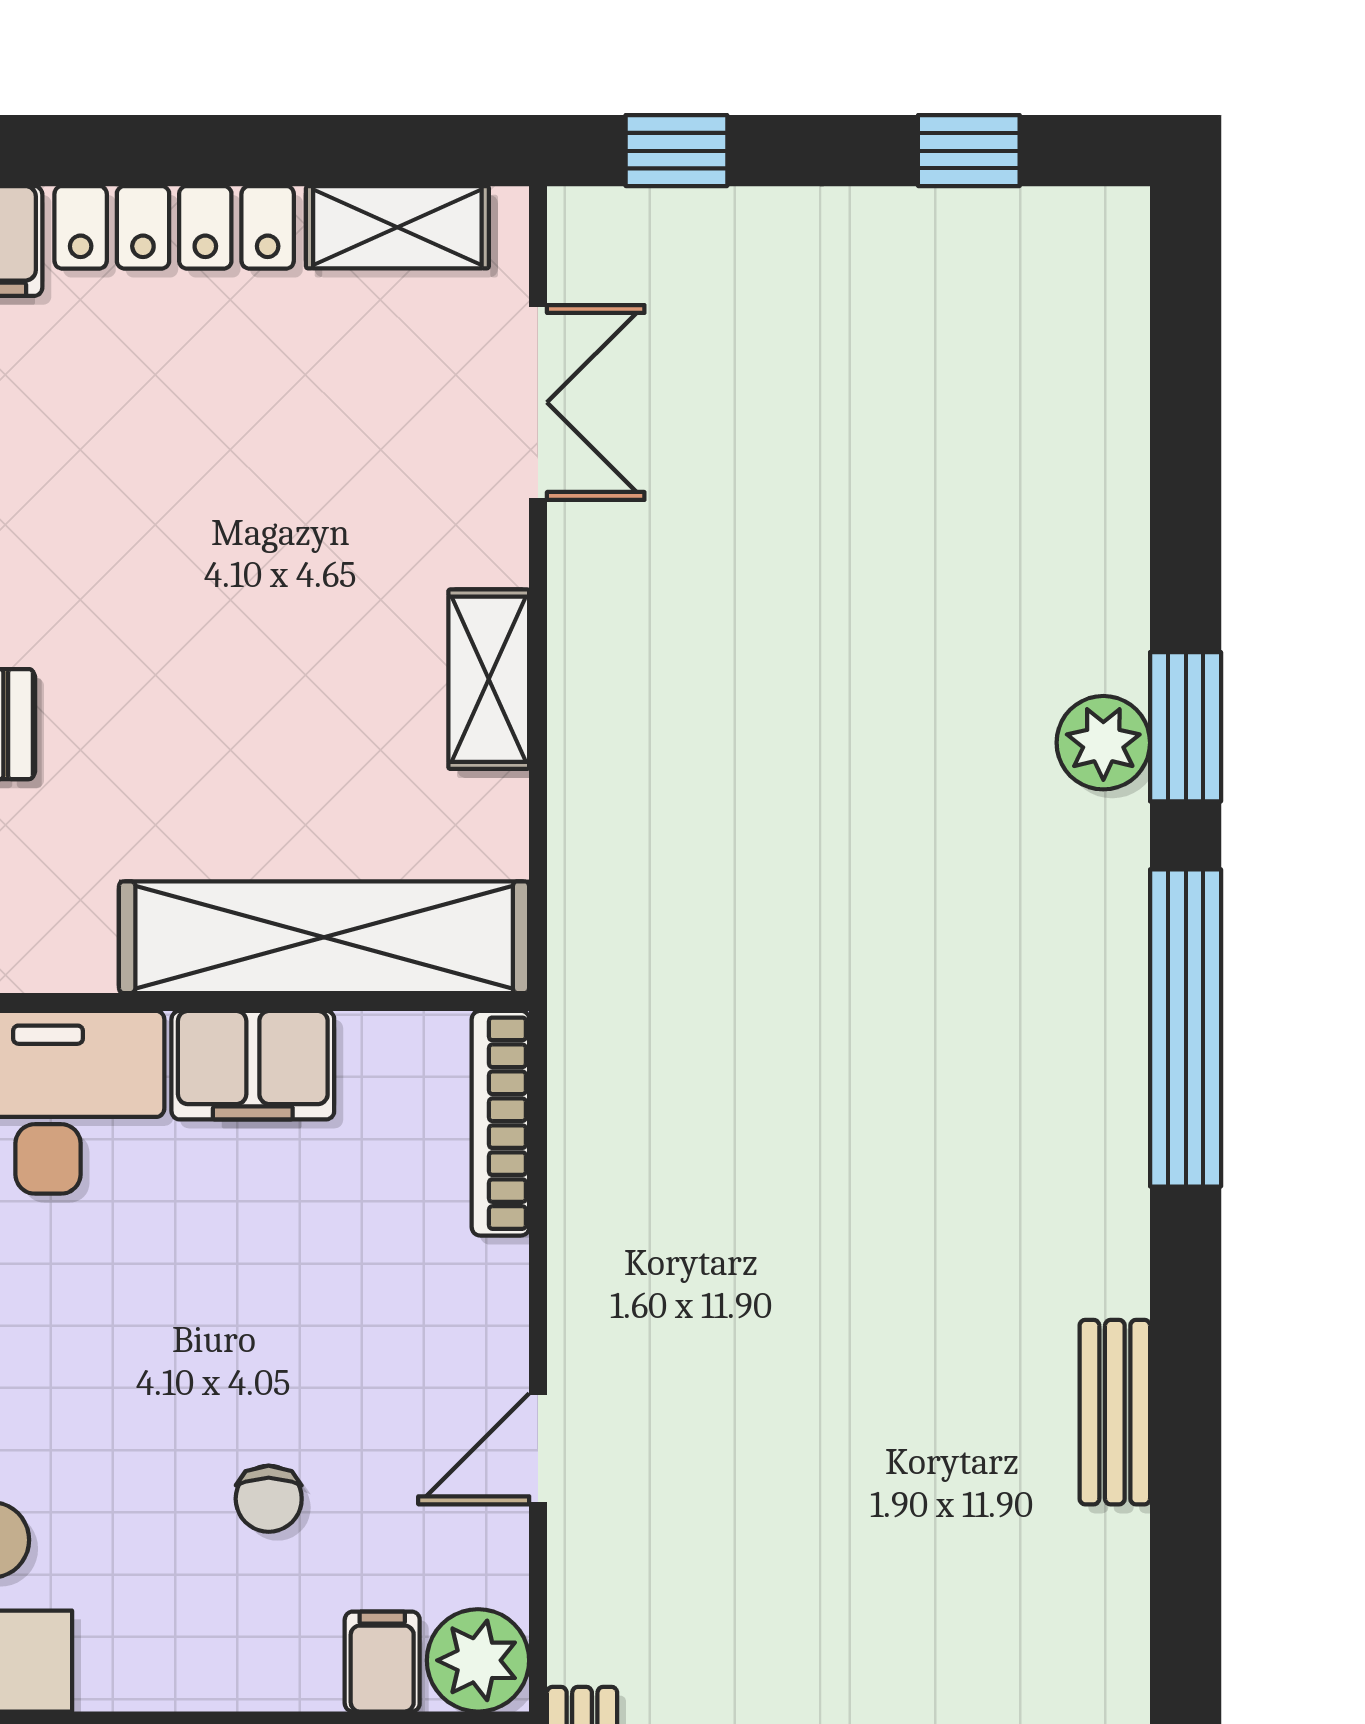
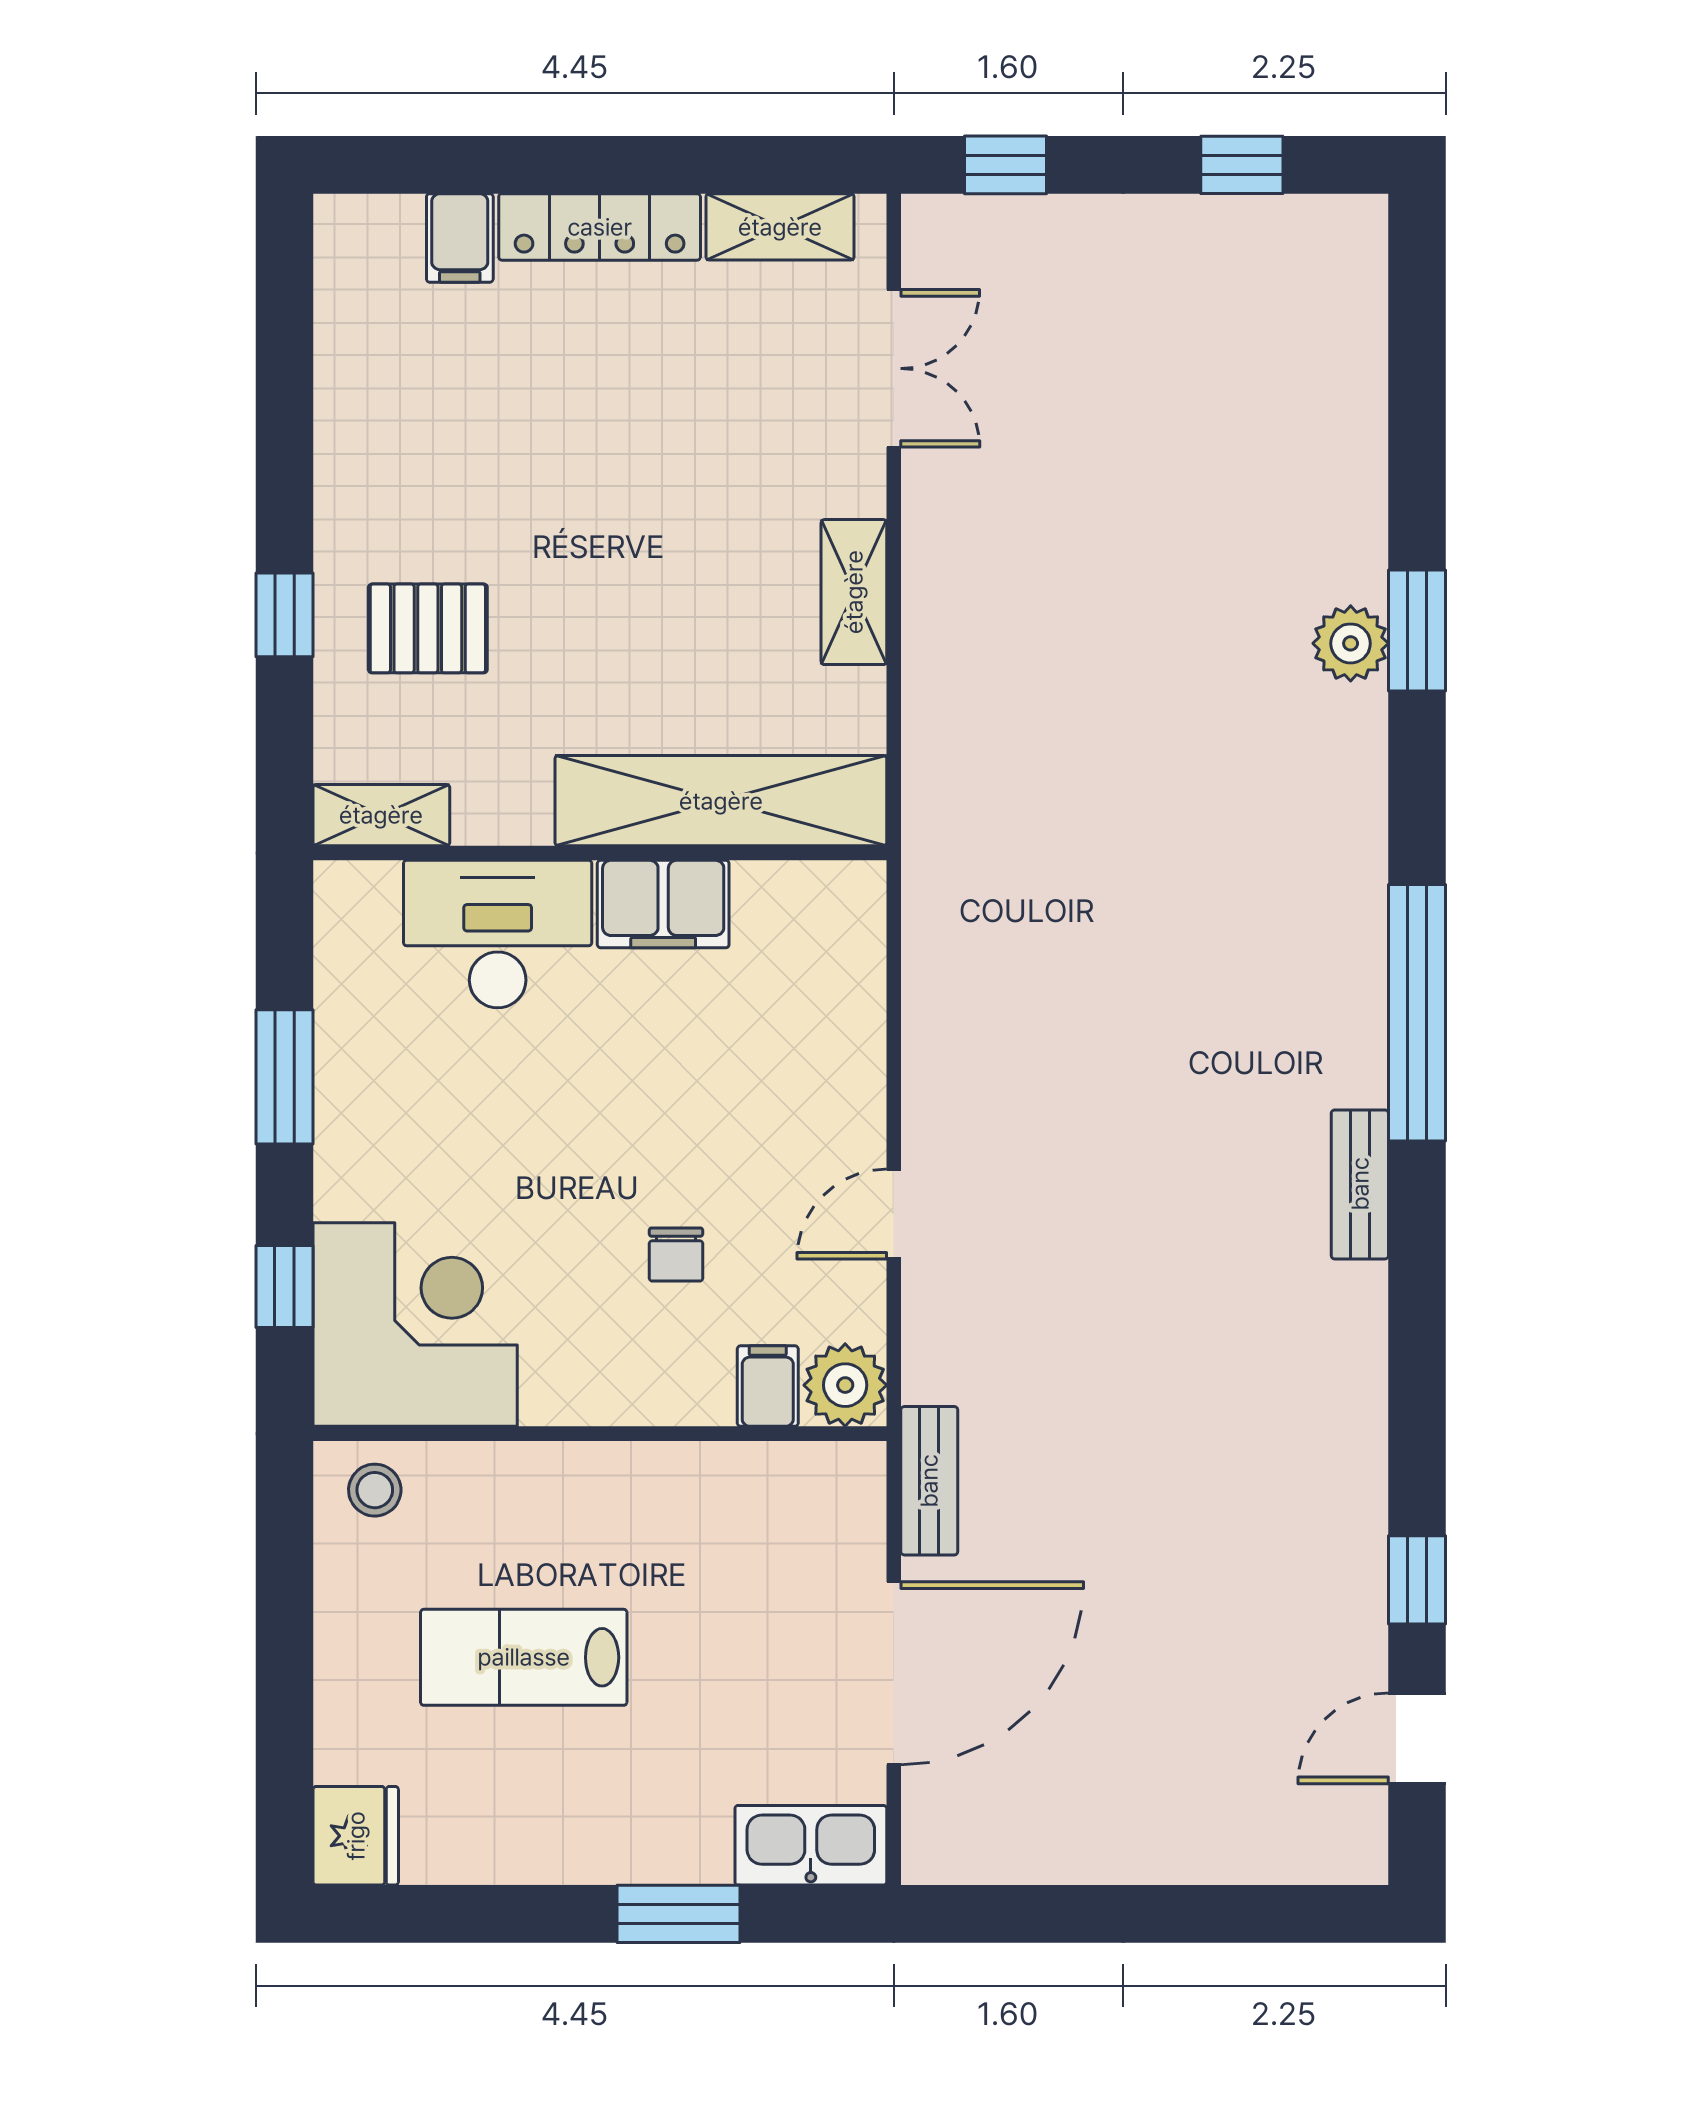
window: (1186, 1028) -> (1417, 1013), moved
bookcase: (500, 1123) -> (863, 951), removed

